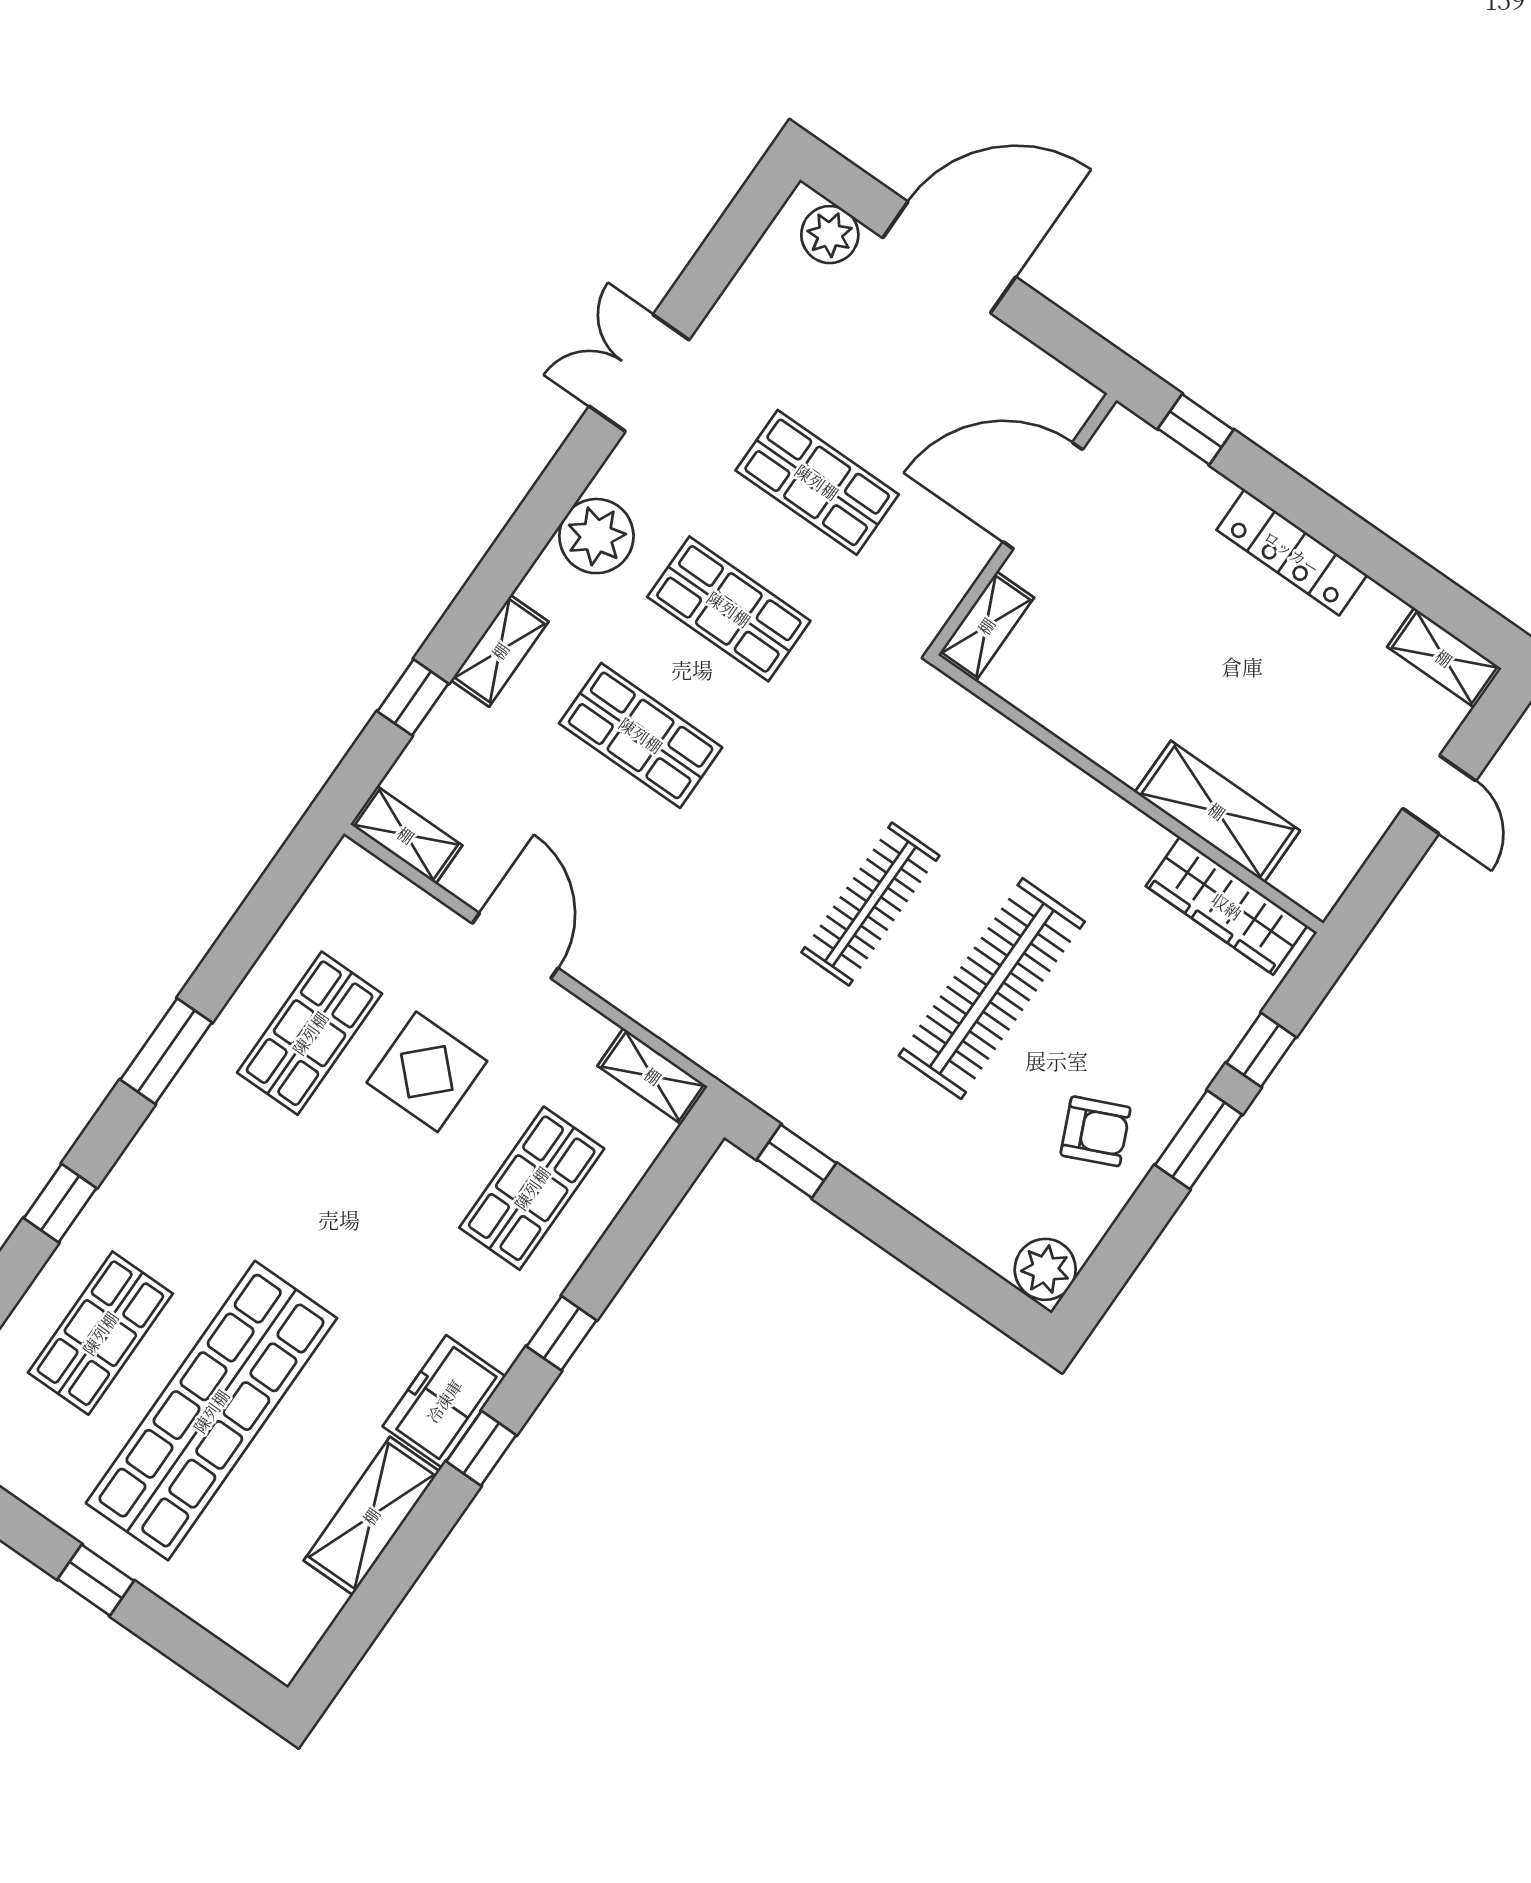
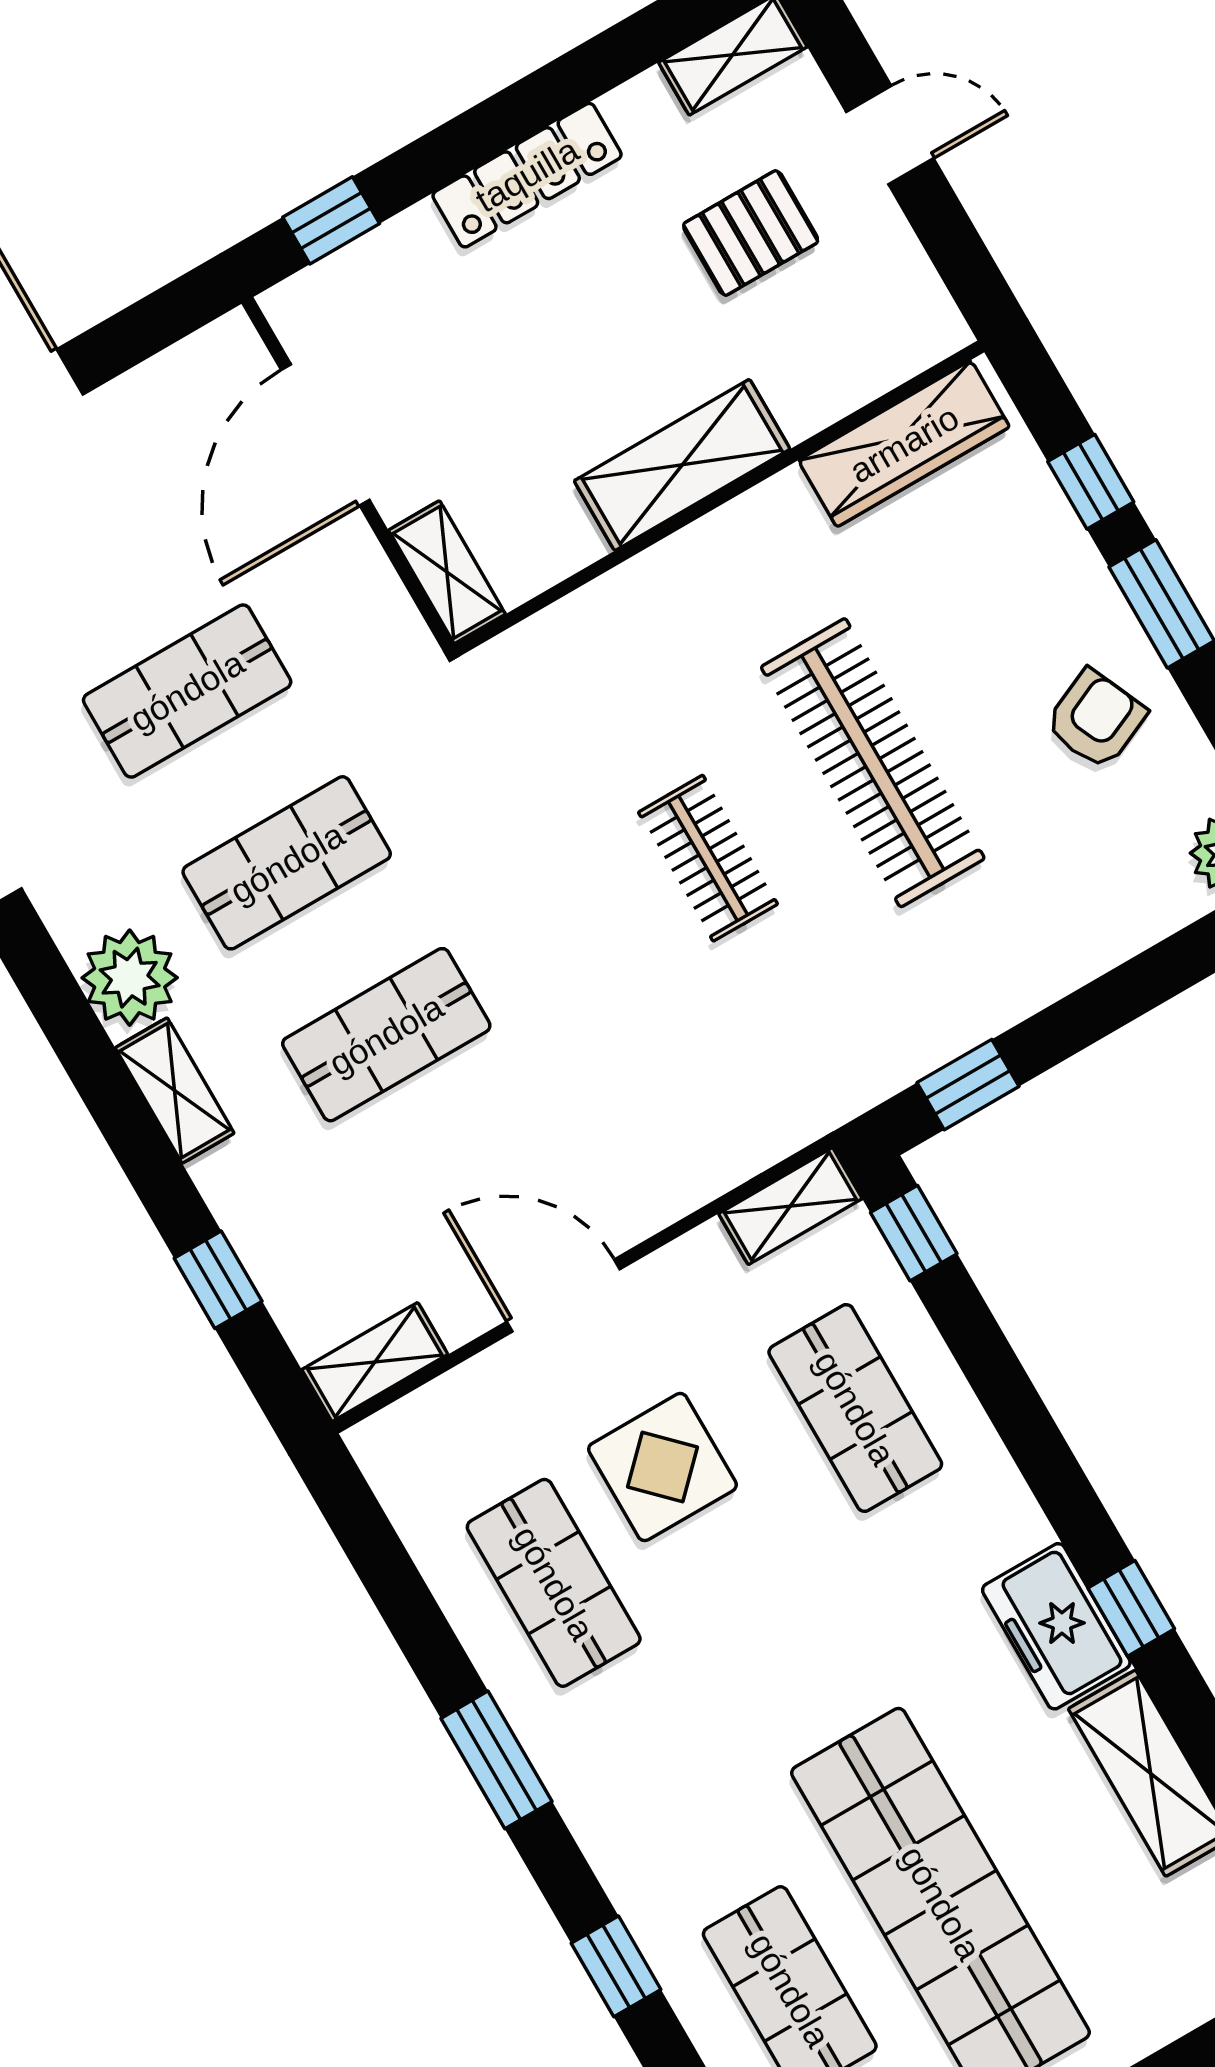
shelving: (500, 651) -> (175, 1090), moved
pallet: (1325, 729) -> (751, 233), added
shelving: (1217, 811) -> (682, 465), moved
clothes rail: (870, 904) -> (708, 858), width x0.73
window: (561, 1333) -> (914, 1233), moved

